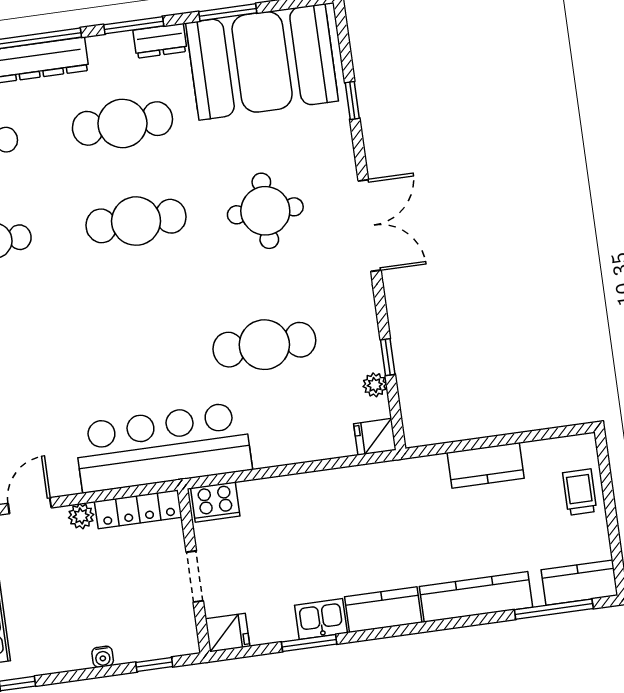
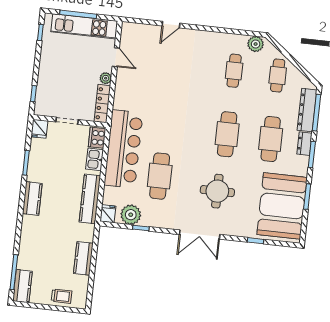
dresser: (160, 41) -> (305, 144), moved
plant: (375, 385) -> (131, 215), width x1.88, depth x1.88
bar counter: (163, 447) -> (123, 149), moved
kitchen counter: (476, 597) -> (90, 199), moved, turned 180
kitchen sink: (321, 619) -> (95, 159), moved, turned 180
water cooler: (103, 657) -> (43, 72), removed

